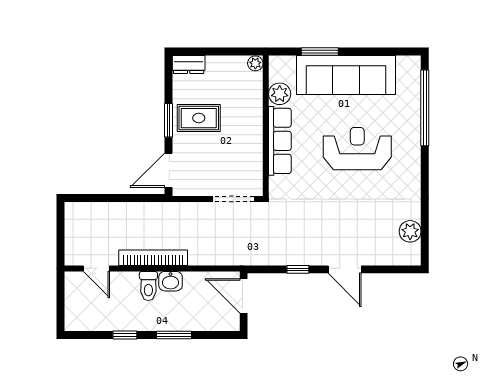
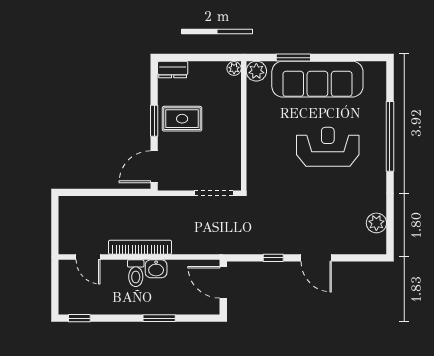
plant: (280, 94) -> (256, 71), moved
window: (425, 108) -> (390, 136), moved
row of seats: (280, 141) -> (257, 140), removed
window: (125, 335) -> (79, 318), moved

